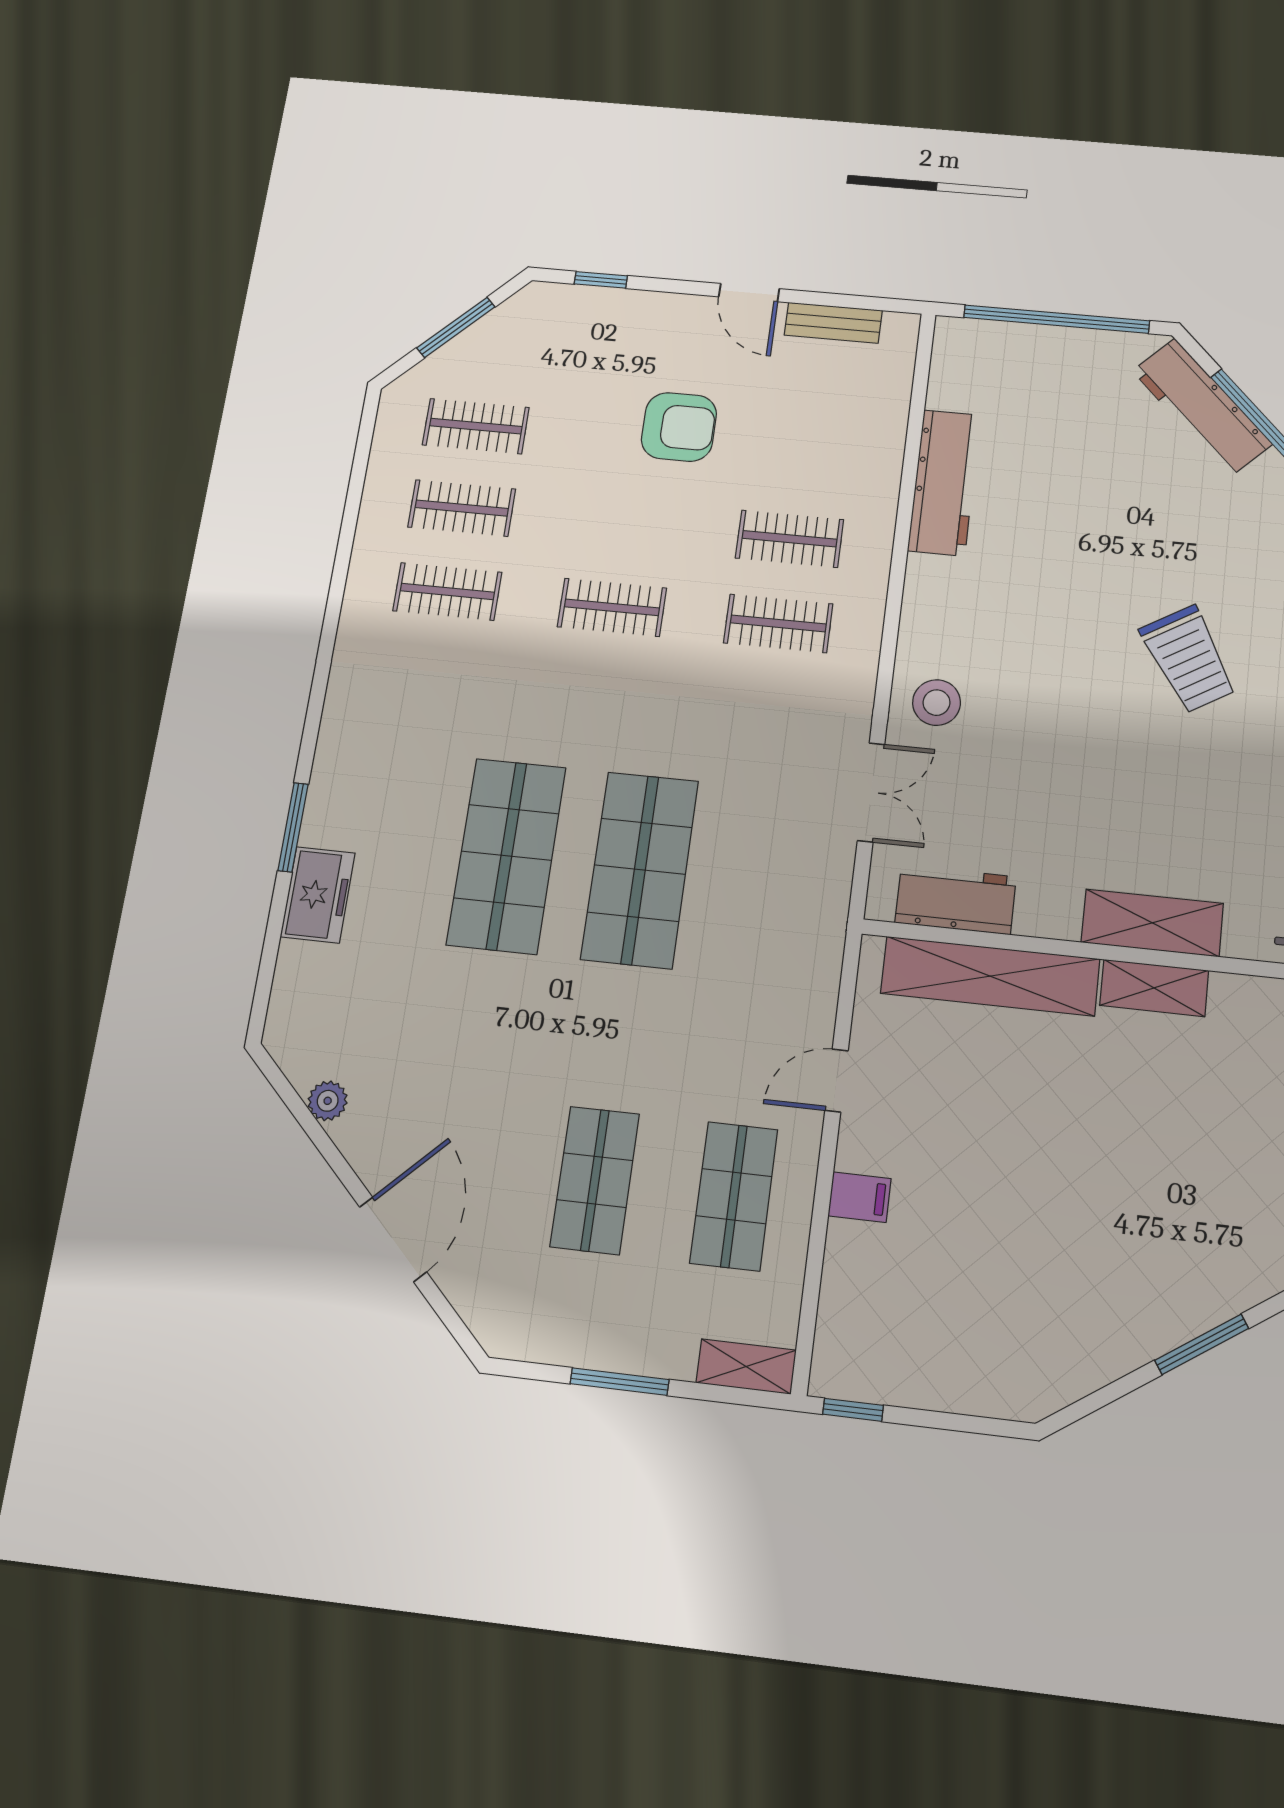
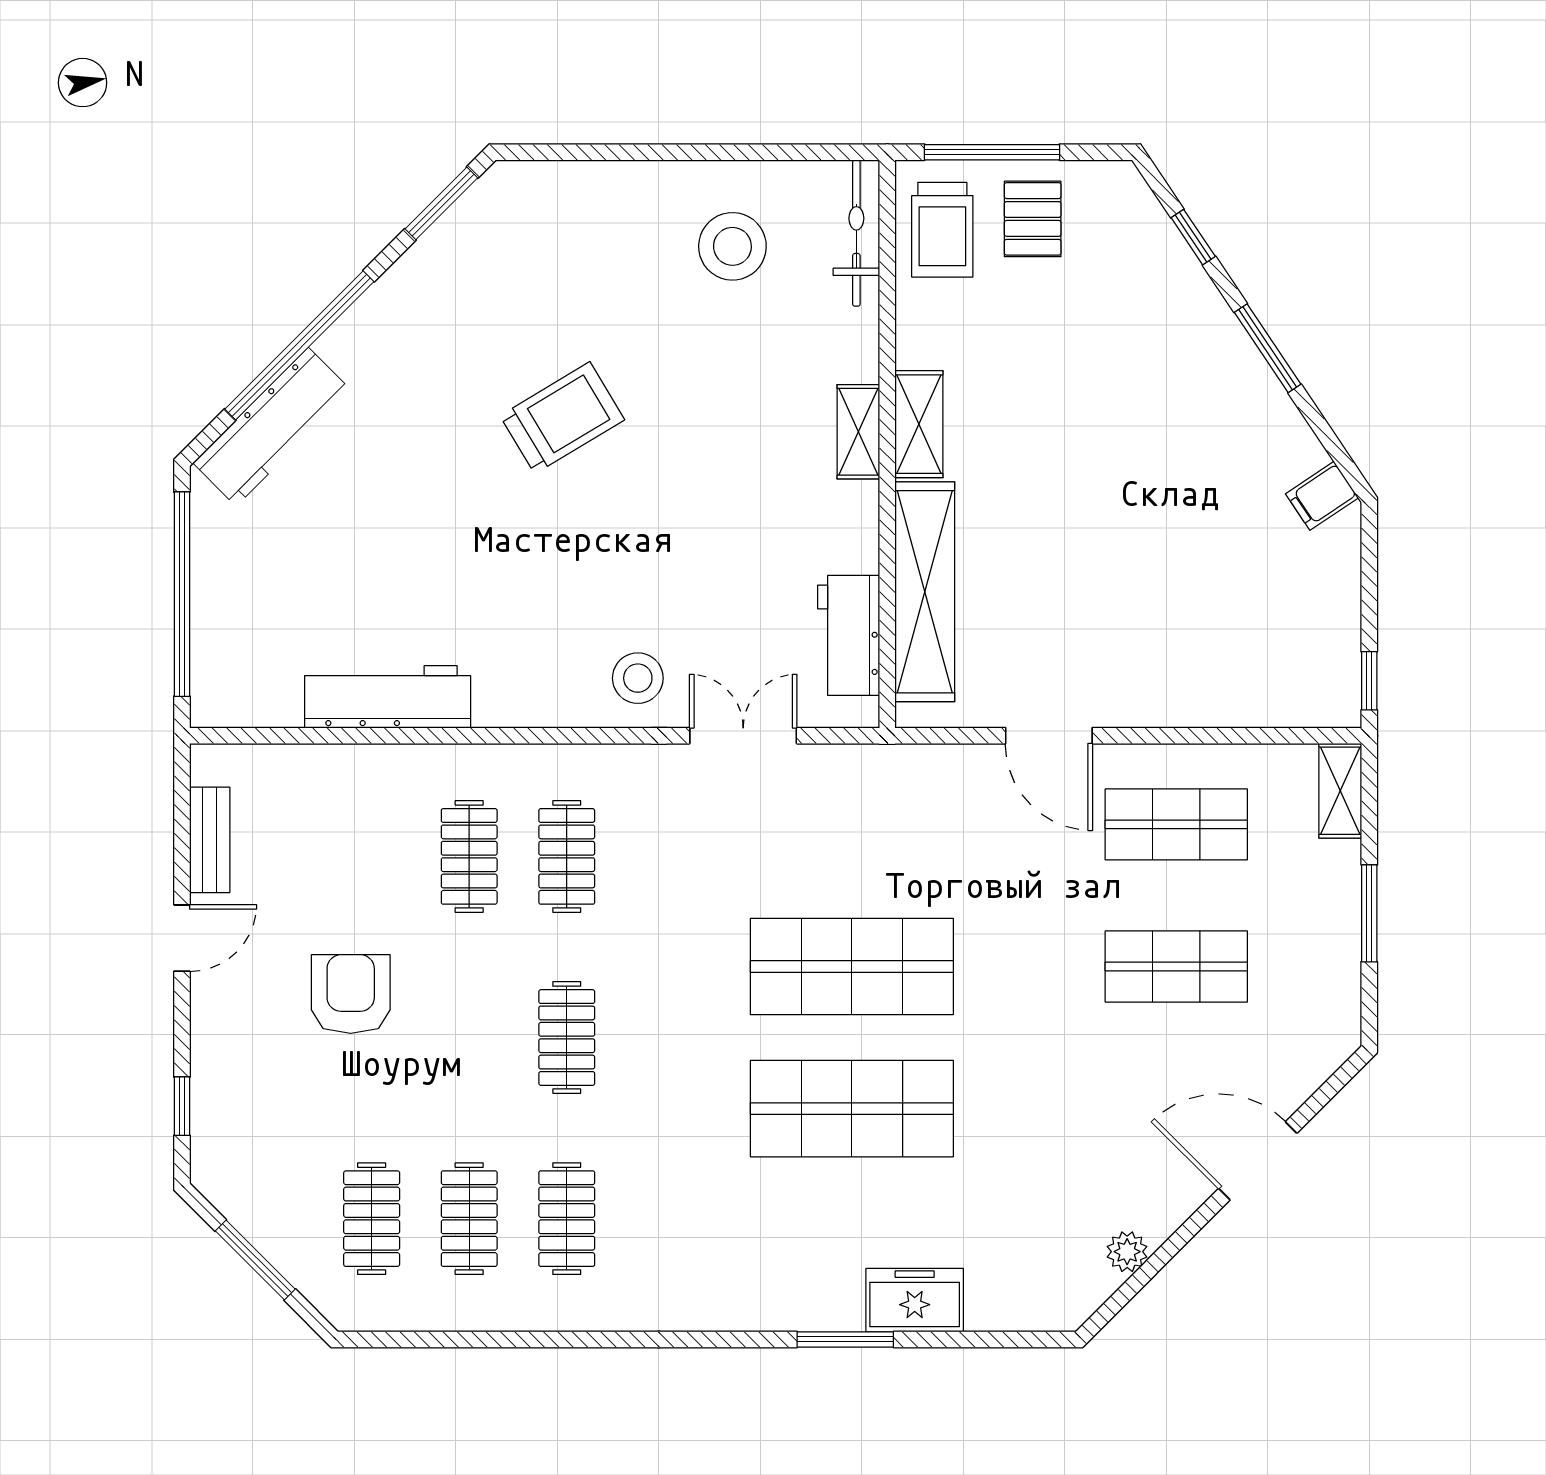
shelving: (1152, 923) -> (858, 432), width x0.67, depth x0.75
door: (836, 1080) -> (1049, 736), width x1.38
filing cabinet: (859, 1197) -> (1322, 496), moved, turned -124

